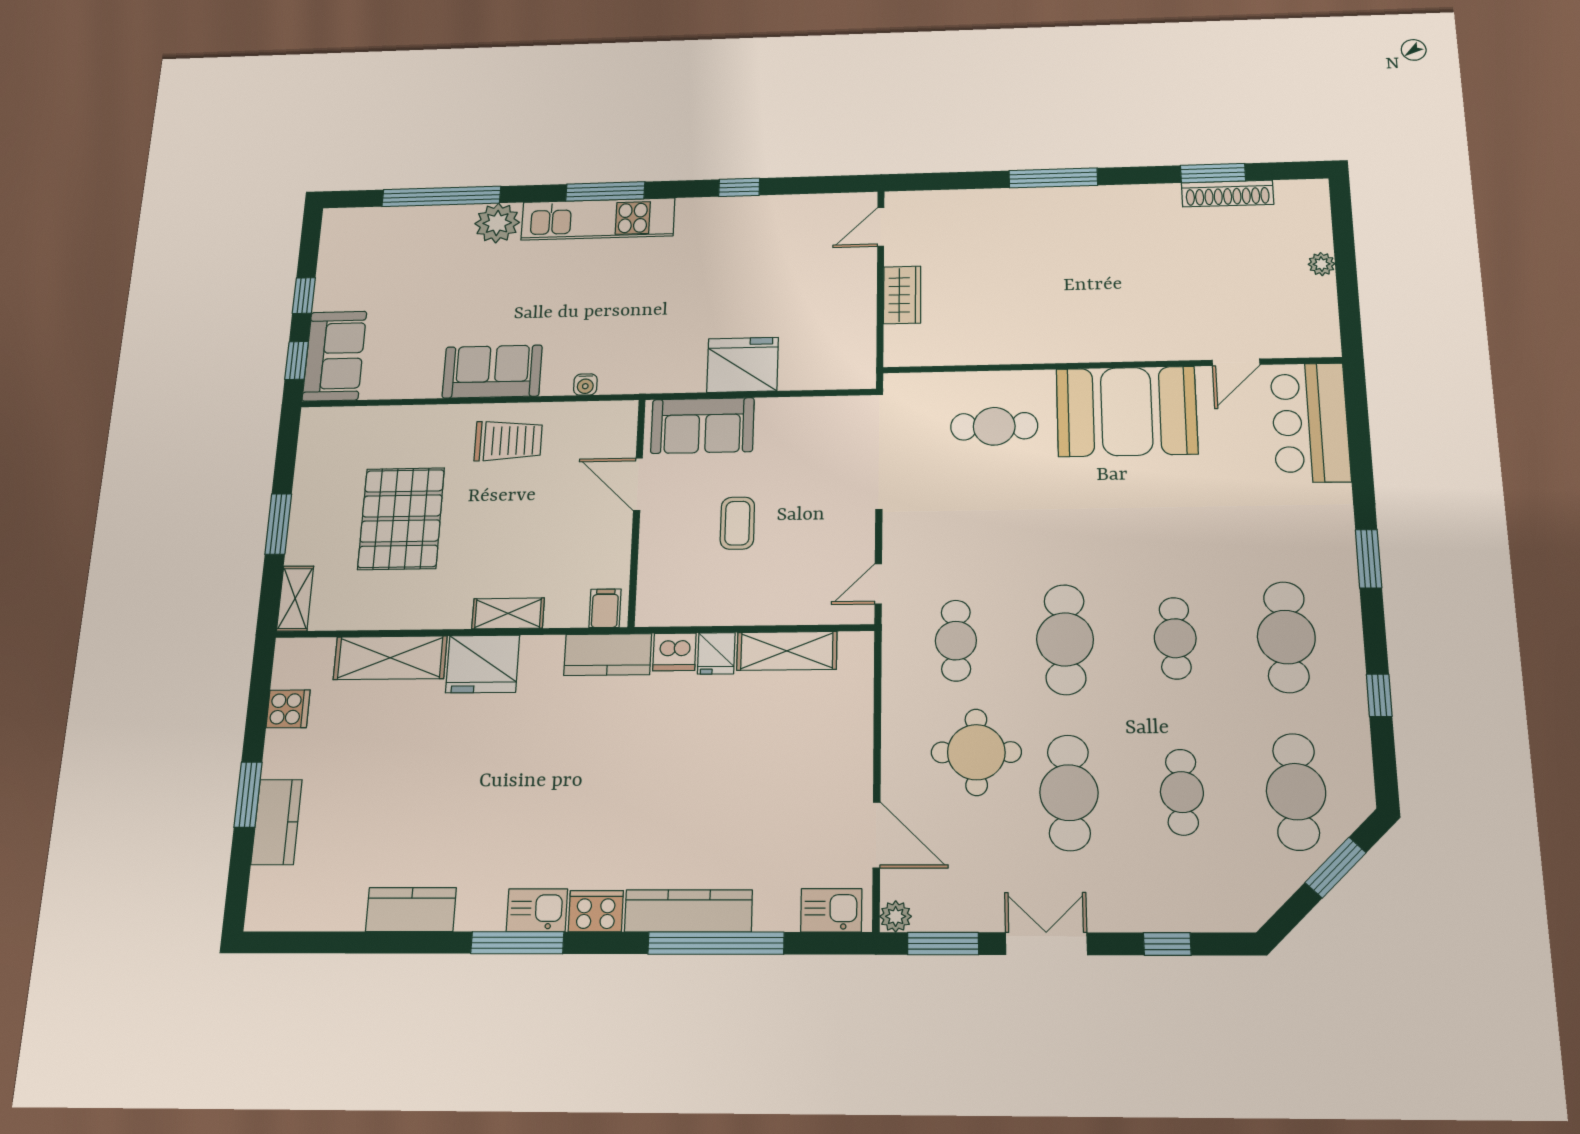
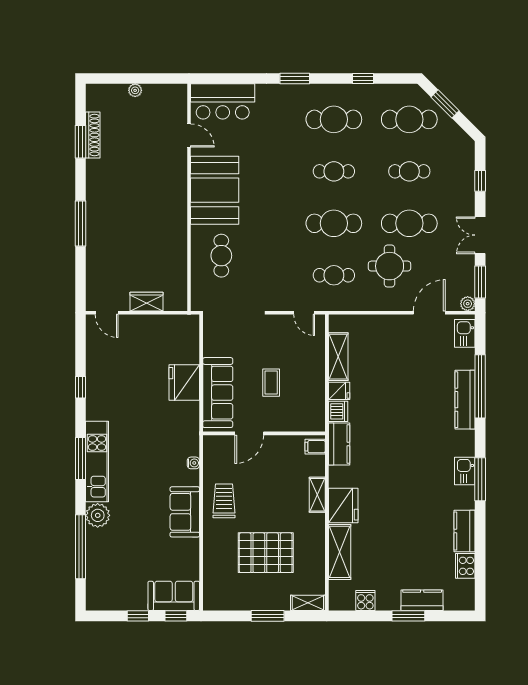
sofa: (702, 426) -> (218, 393), width x1.36
coffee table: (737, 523) -> (271, 383), turned 90
cooker: (596, 911) -> (465, 566), moved

